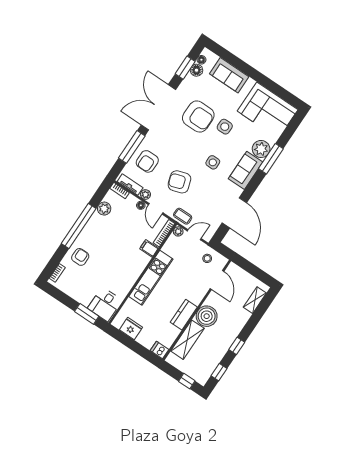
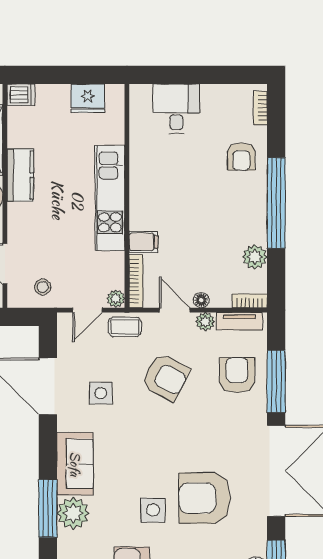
side table: (213, 162) -> (101, 393), moved
armchair: (179, 182) -> (166, 377), turned 46
desk: (105, 304) -> (176, 109), moved
window: (87, 314) -> (172, 75), removed

